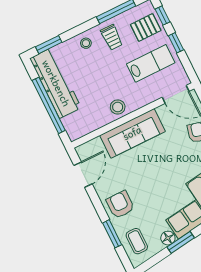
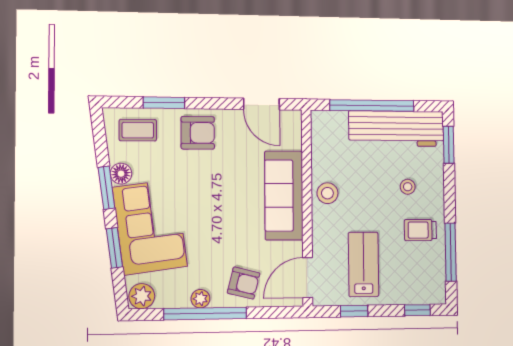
pallet: (146, 27) -> (412, 281), removed
stool: (86, 43) -> (408, 187), moved
window: (176, 43) -> (354, 311), moved
lab bench: (151, 63) -> (363, 264), turned 180

